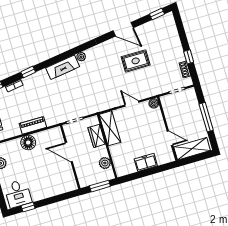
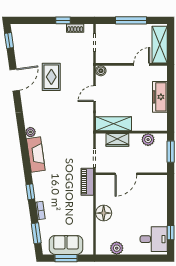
piano: (33, 125) -> (87, 182), moved
freezer: (146, 162) -> (160, 97), width x1.40

